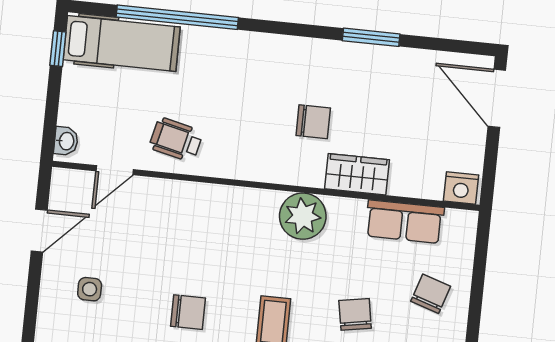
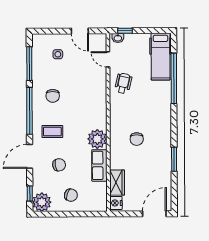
window: (58, 49) -> (125, 31), moved
wardrobe: (357, 174) -> (117, 183), moved
row of seats: (405, 222) -> (99, 165), moved

